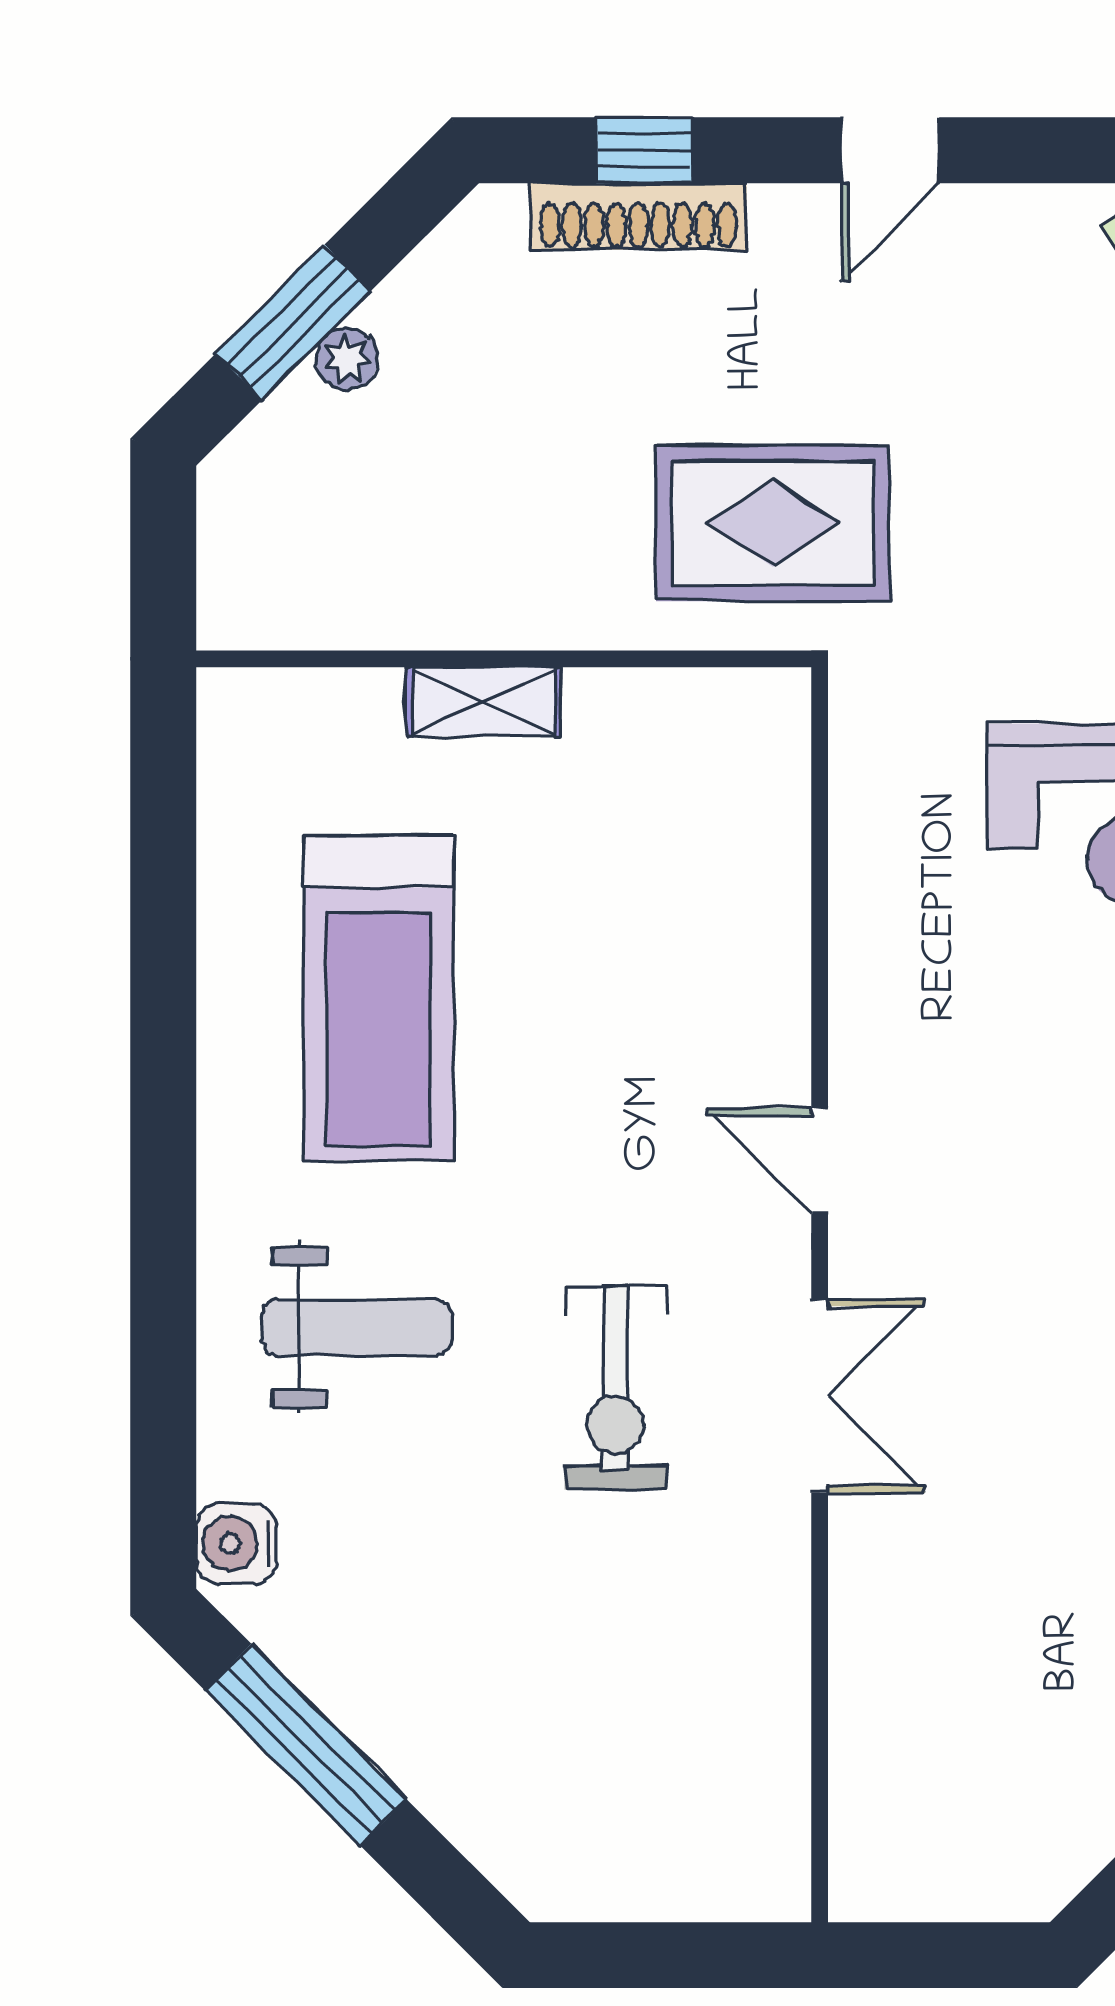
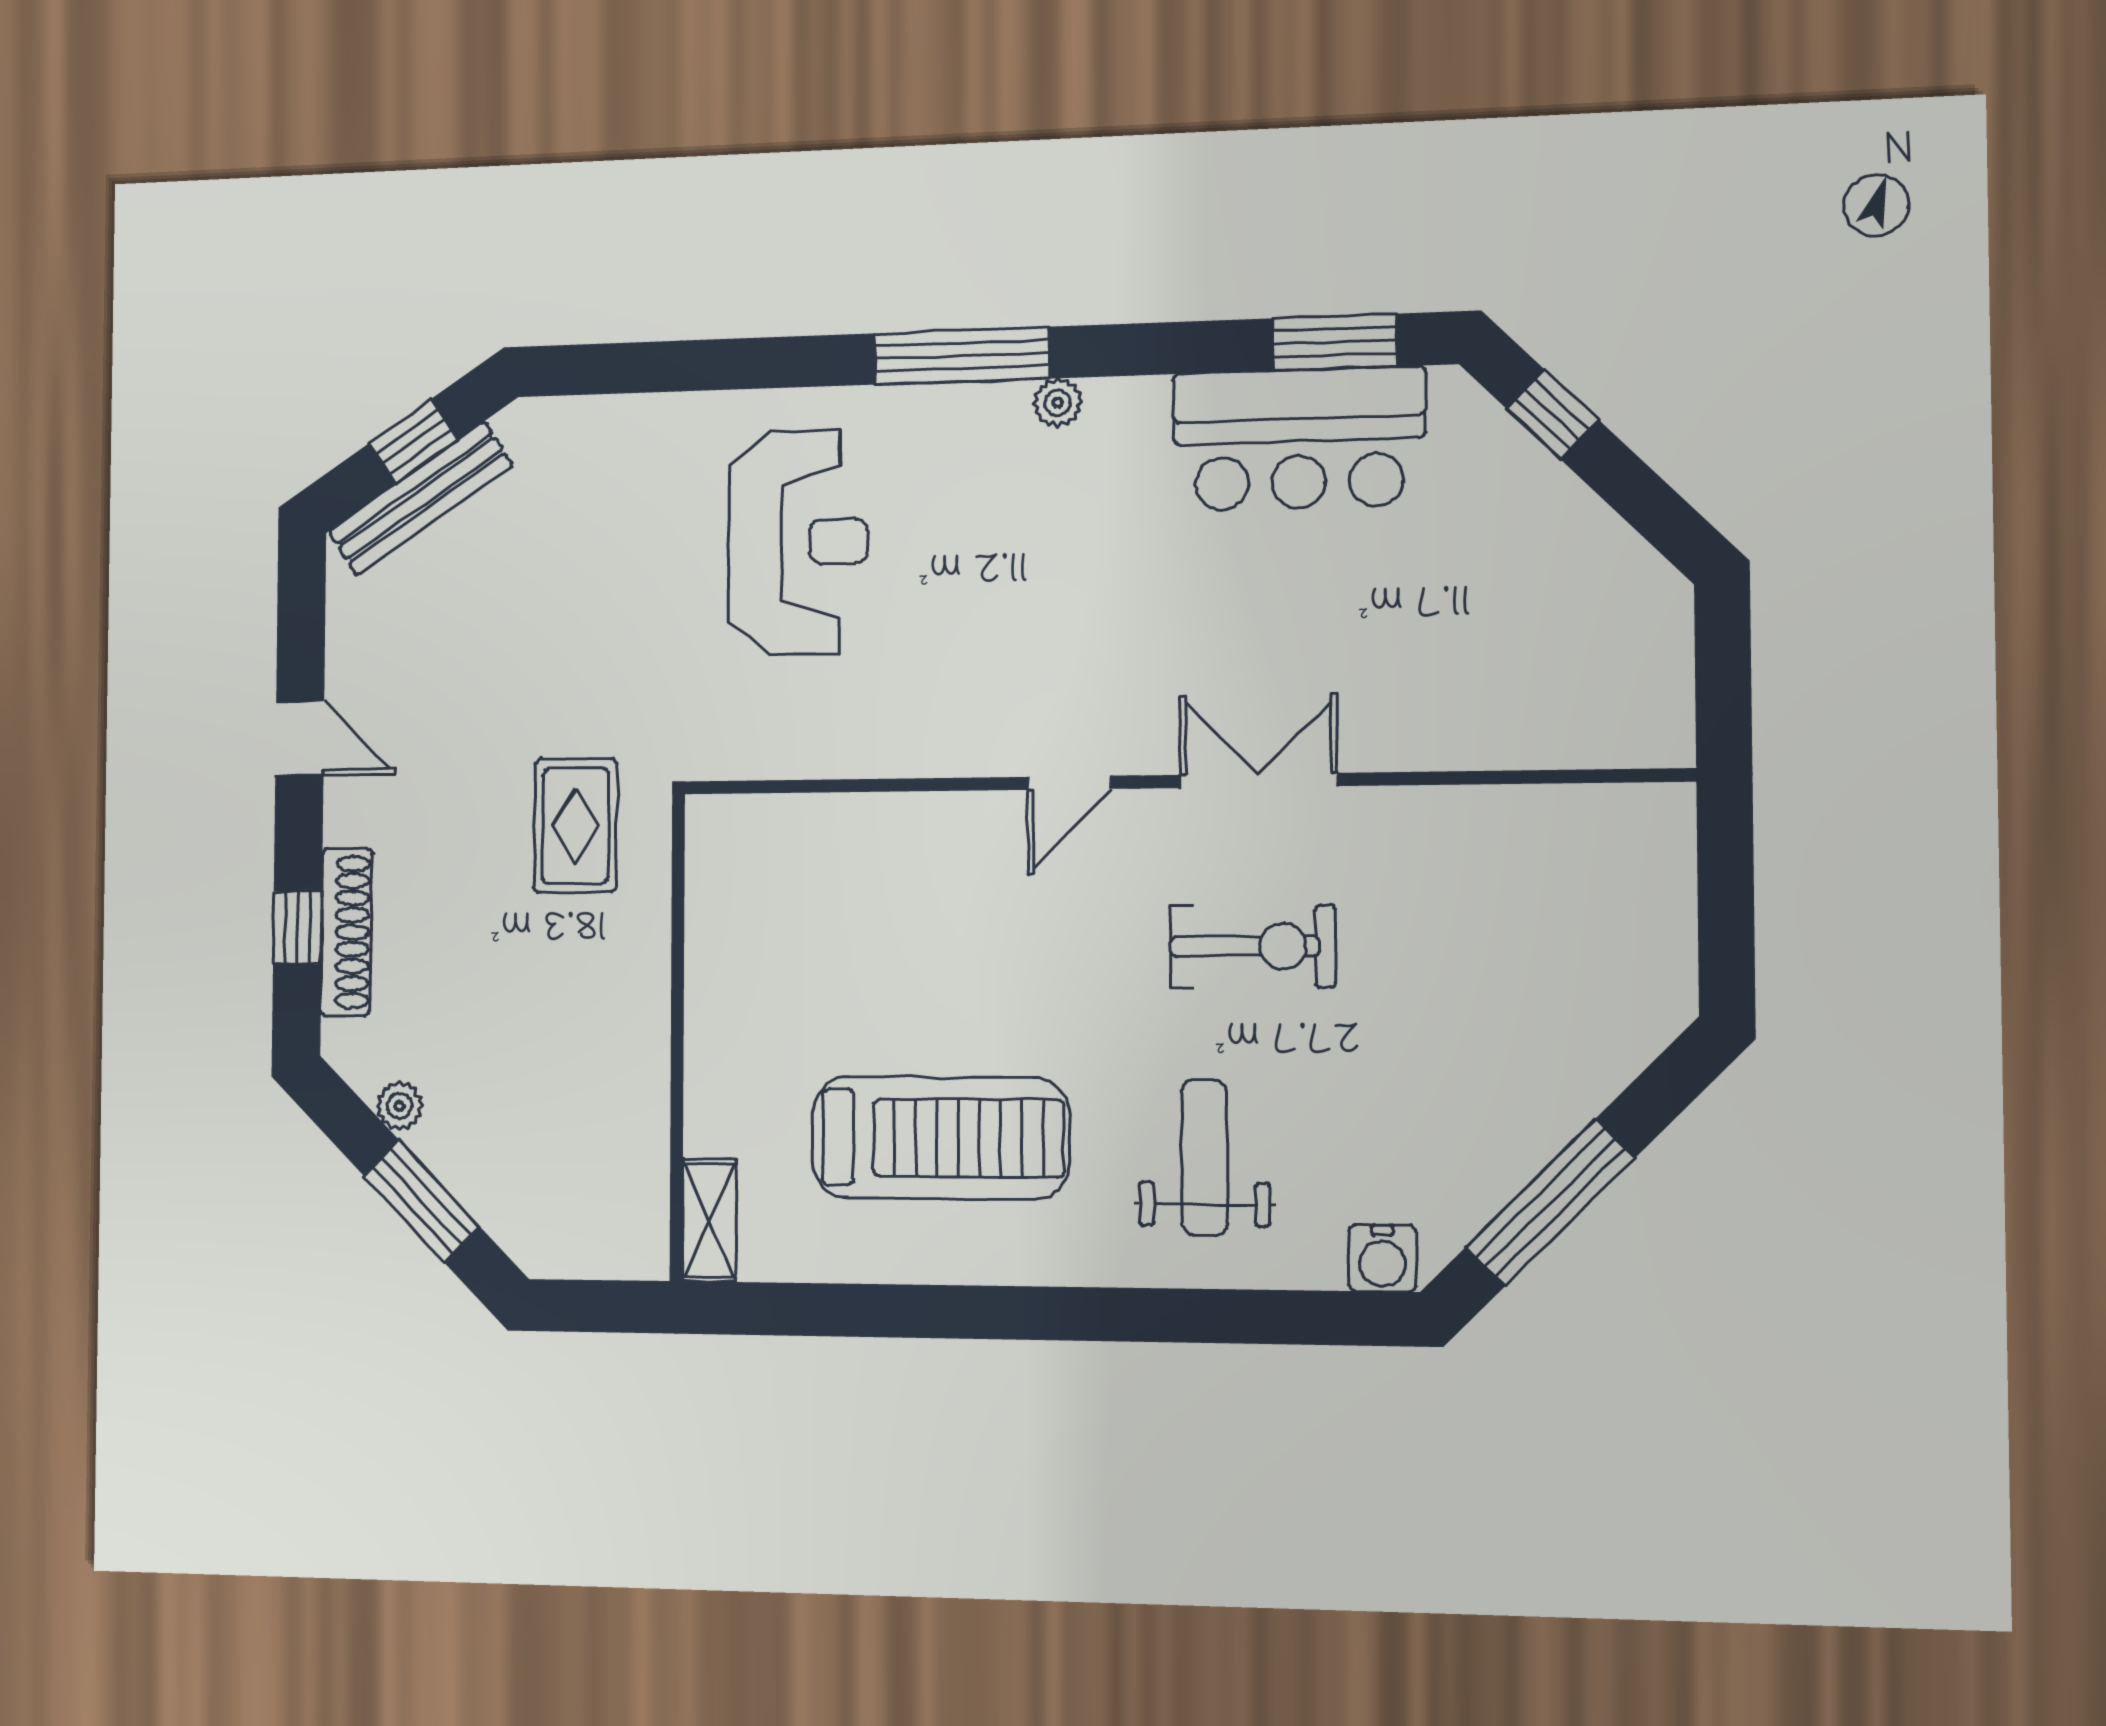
plant: (347, 359) -> (399, 1106), moved
rug: (773, 523) -> (576, 826), width x0.73, depth x0.70
shelving: (484, 702) -> (709, 1220), moved

